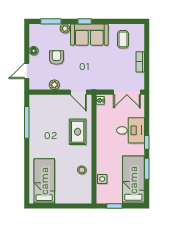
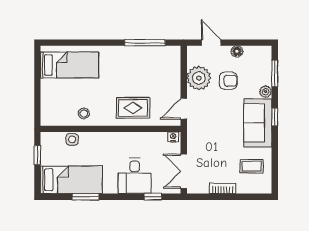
plant: (54, 85) -> (199, 78), width x1.88, depth x1.88
window: (147, 142) -> (153, 197), moved

